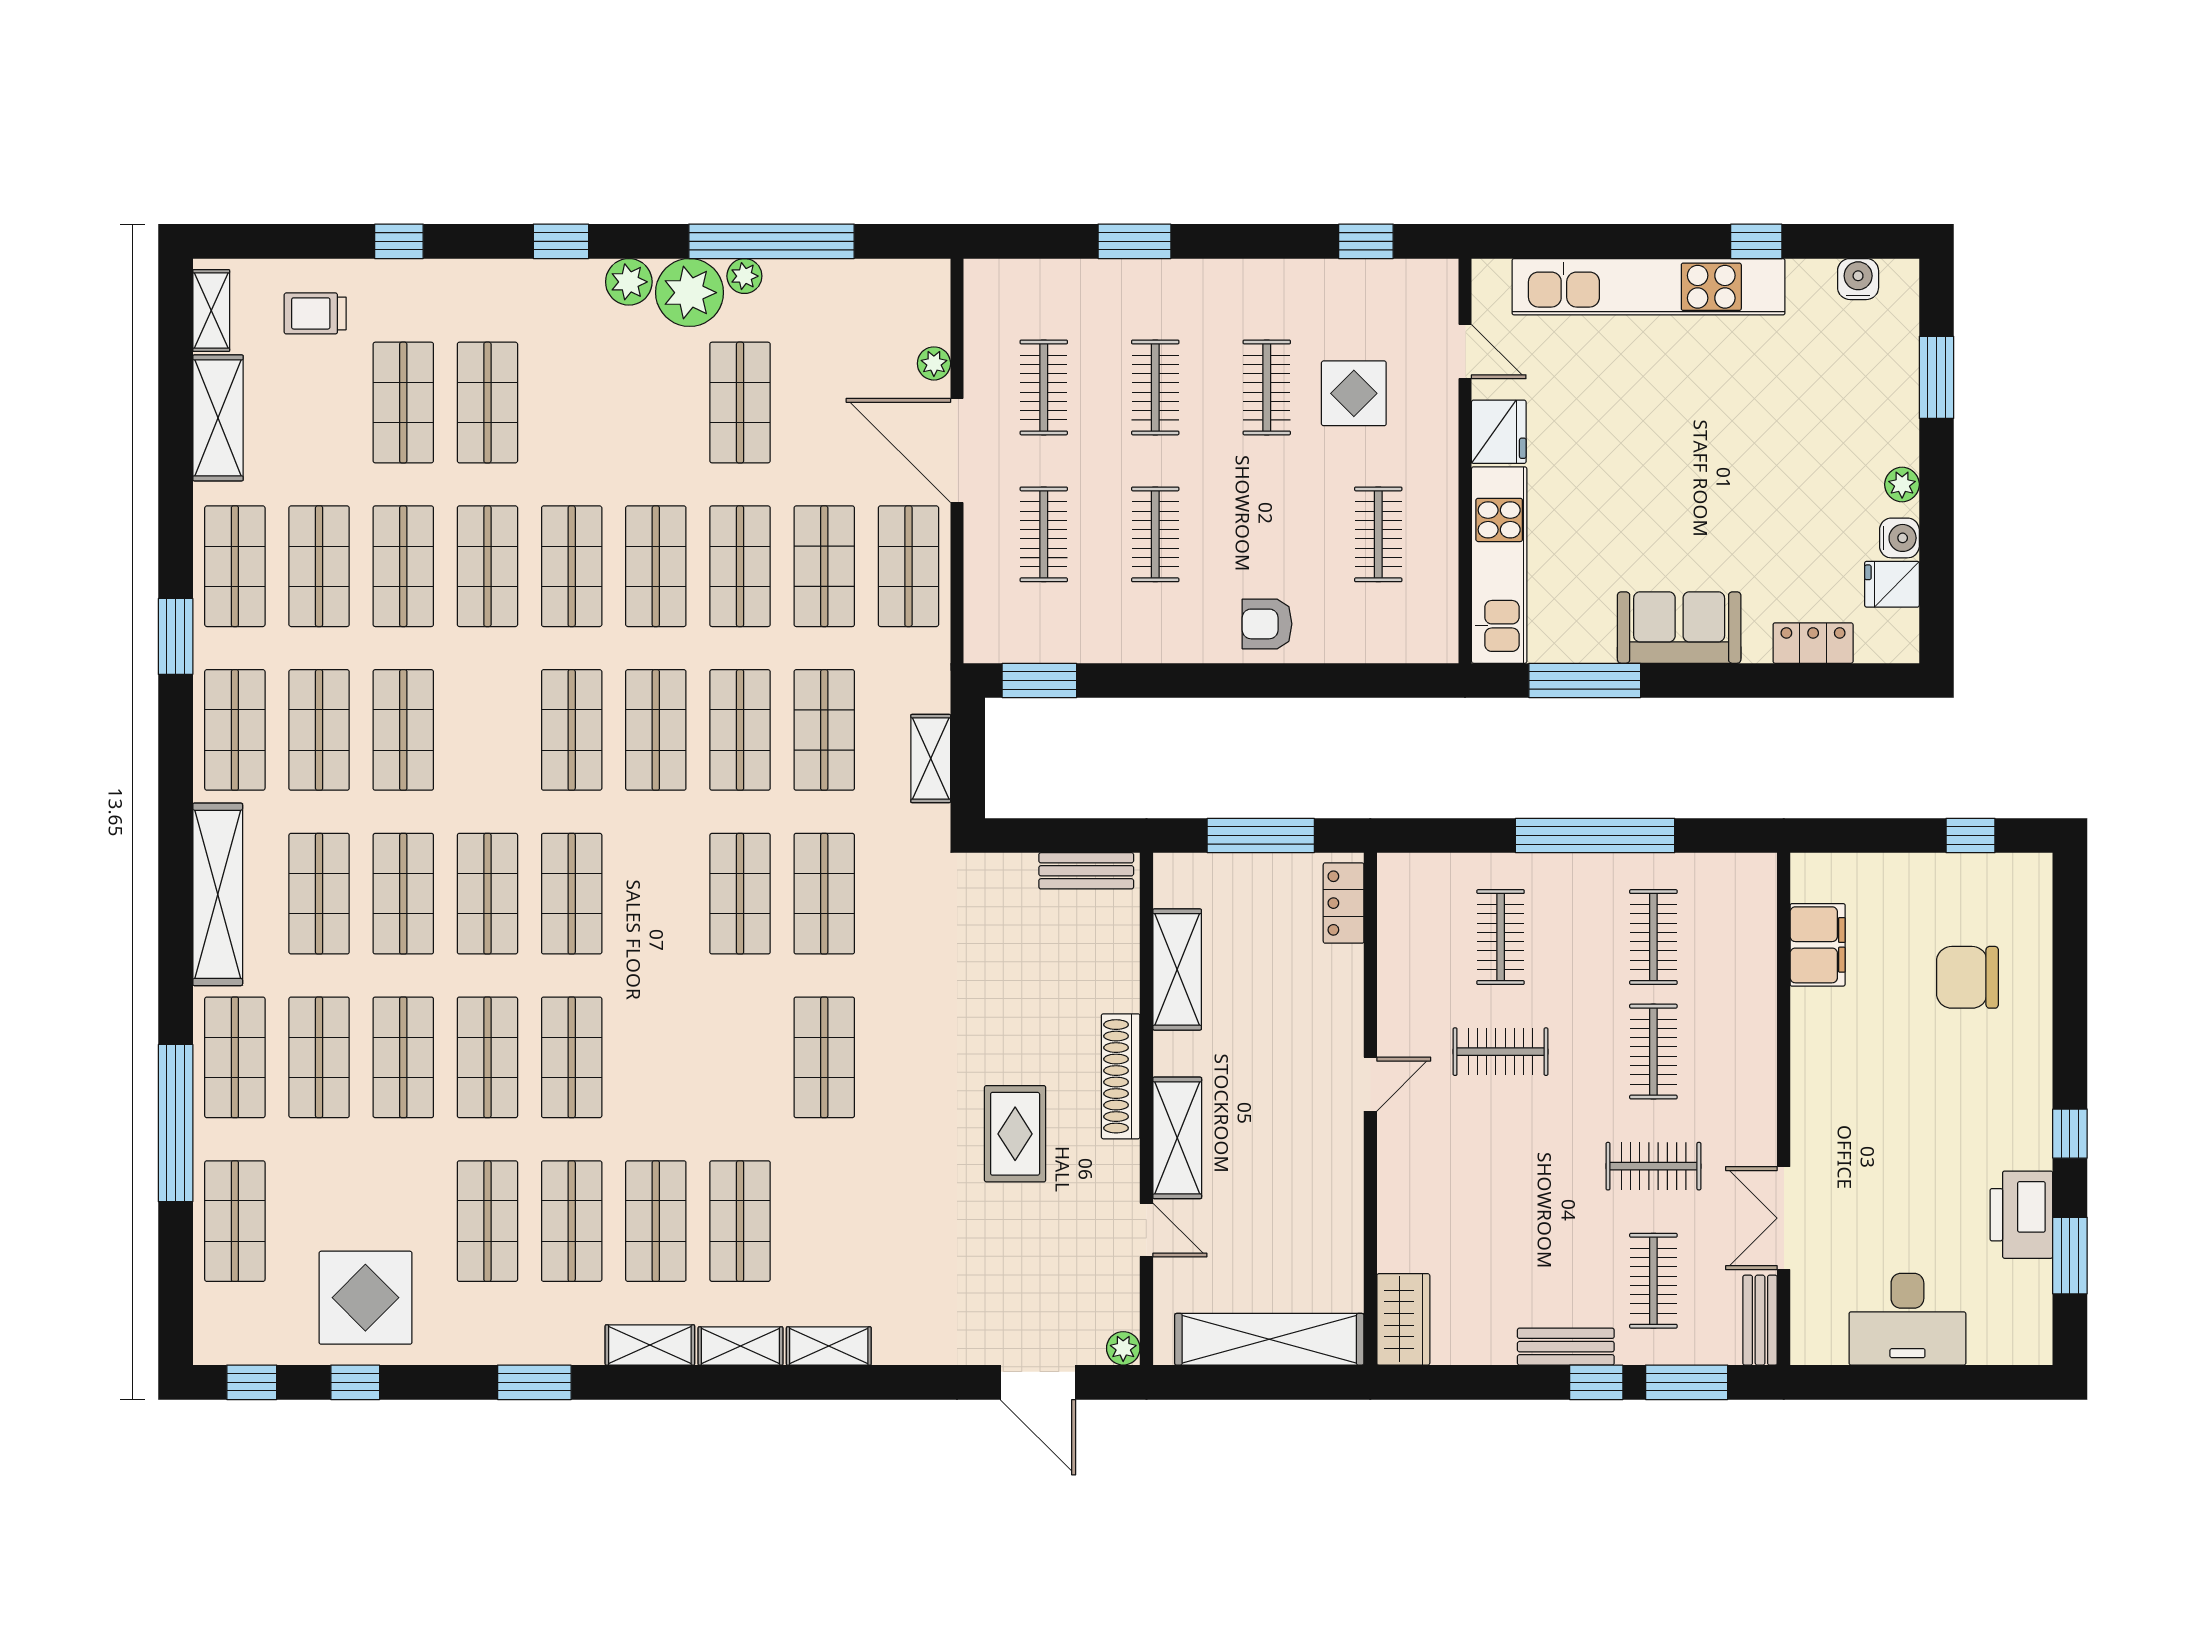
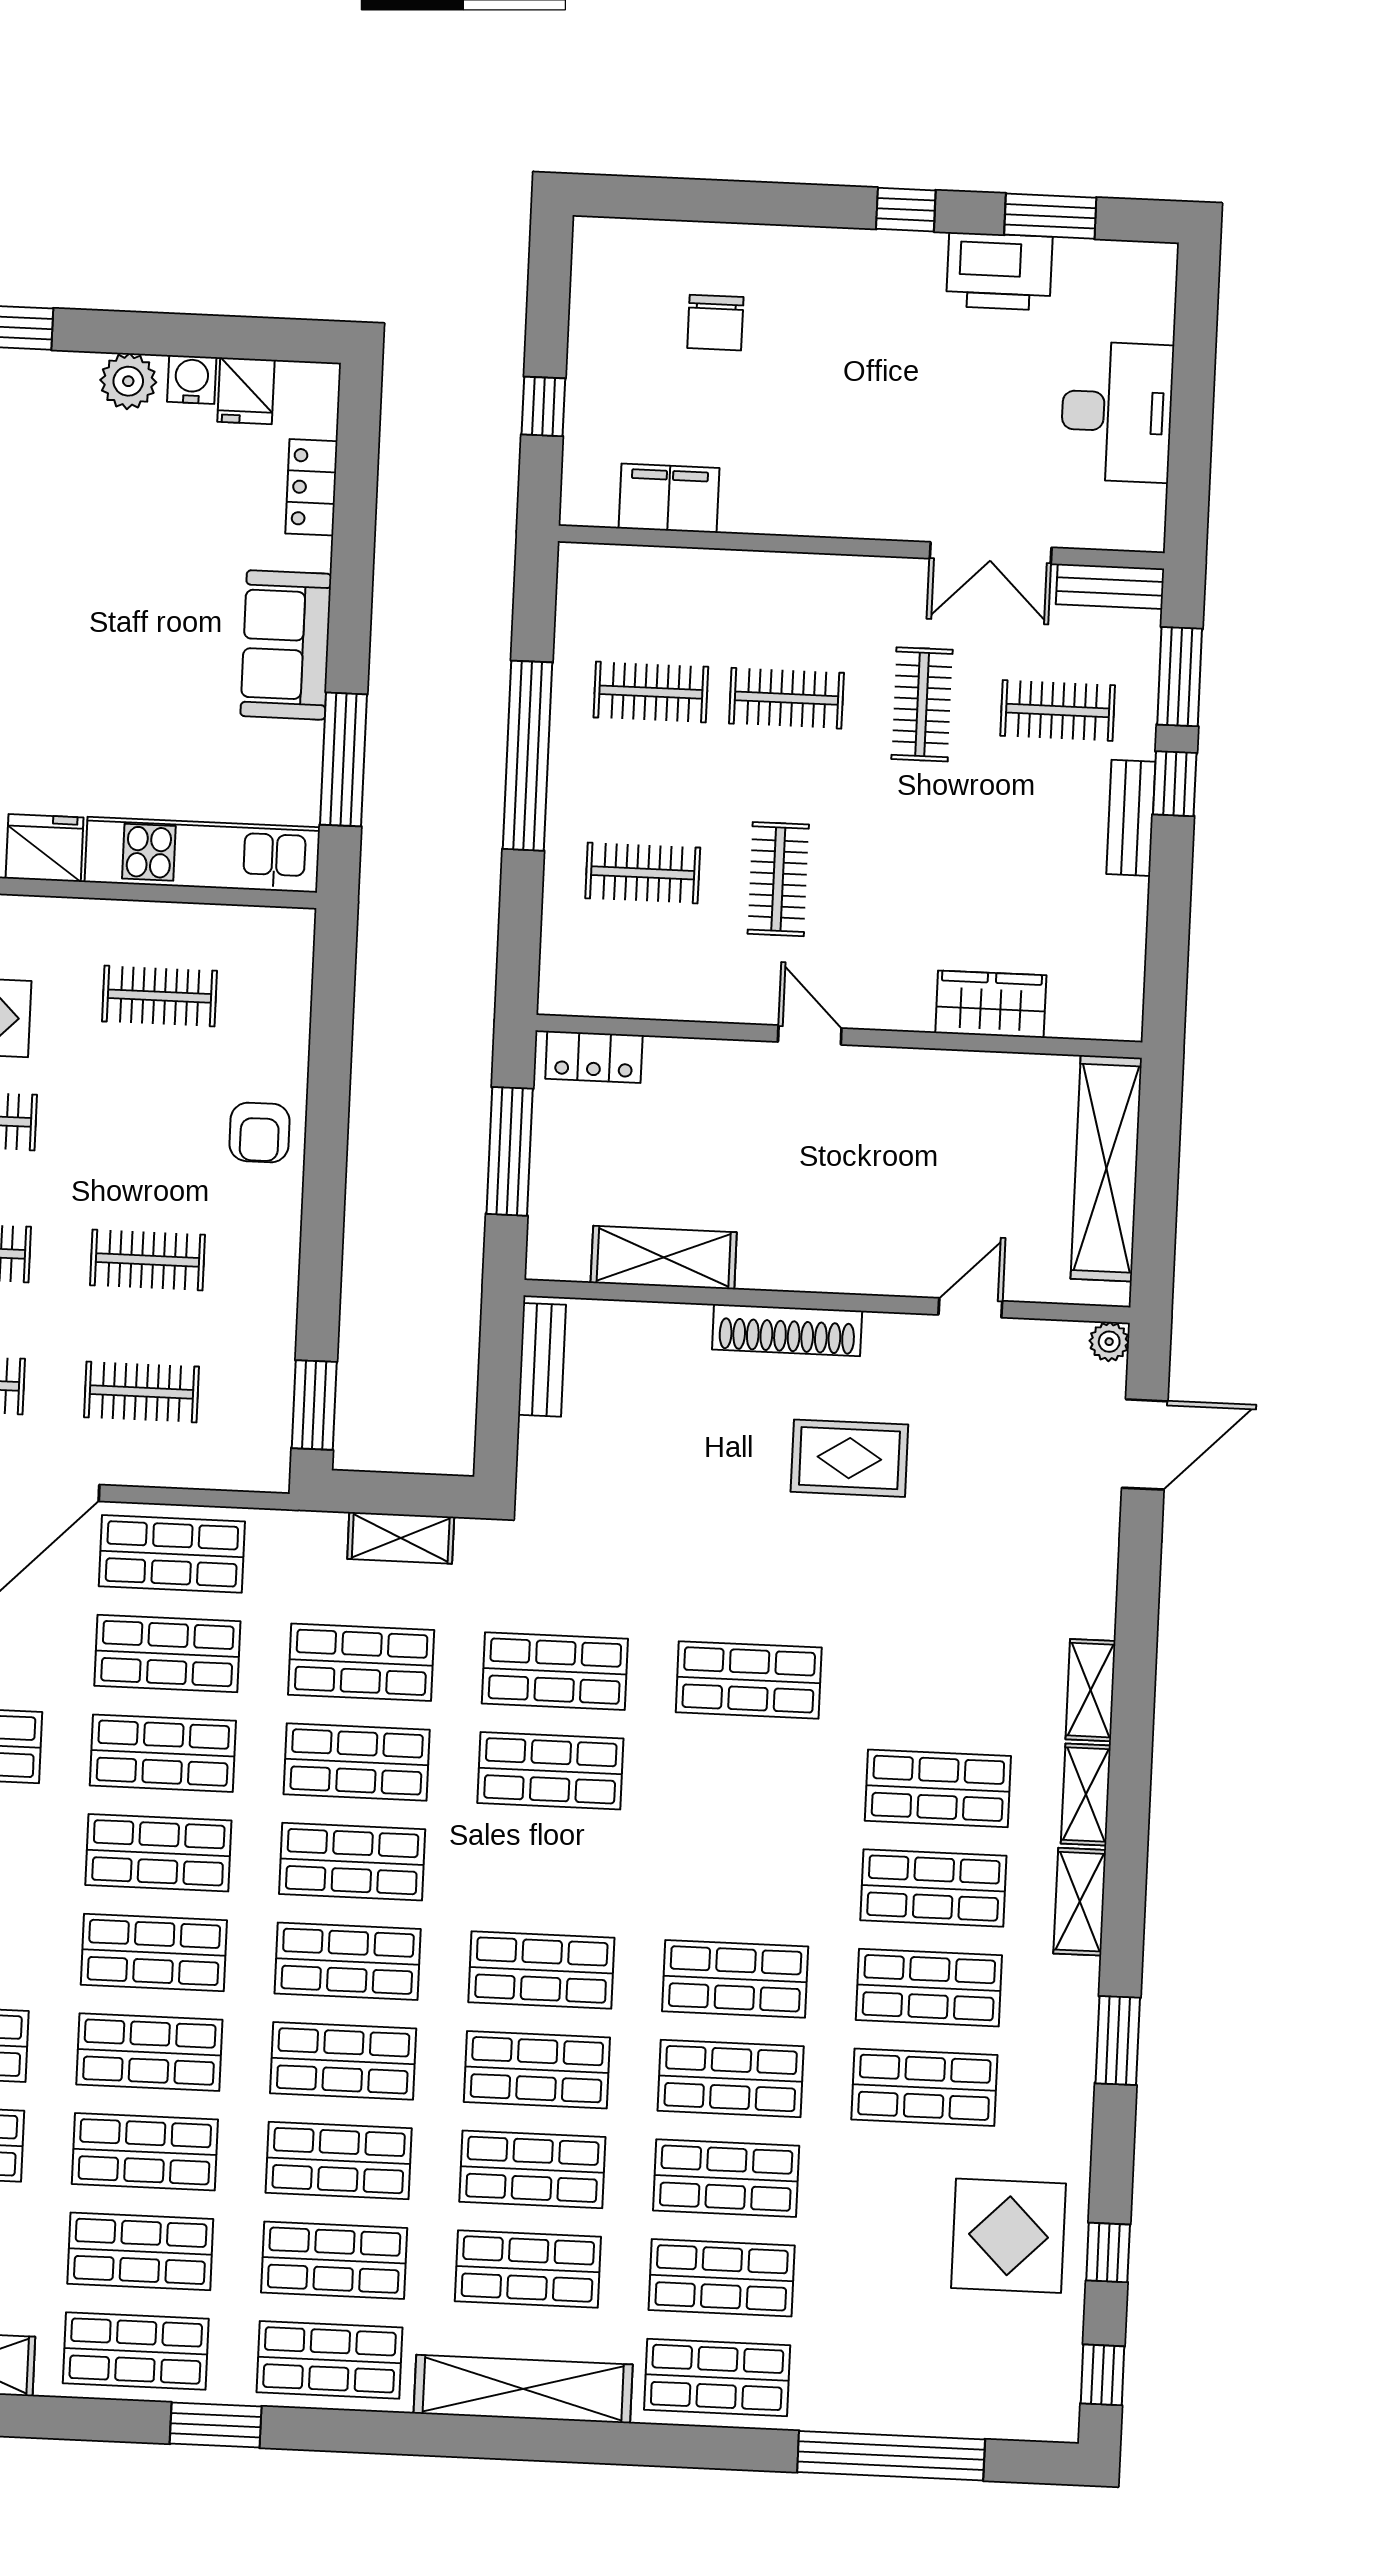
plant: (1902, 484) -> (128, 381), width x1.38, depth x1.38
window: (1971, 835) -> (543, 406), moved
chair: (1967, 977) -> (715, 323), width x0.73, depth x0.73
window: (176, 1123) -> (891, 2456), moved
shelving: (1177, 1138) -> (863, 1266), removed
shop shelf: (235, 1221) -> (343, 2061), moved
wardrobe: (1403, 1319) -> (991, 1004), moved

